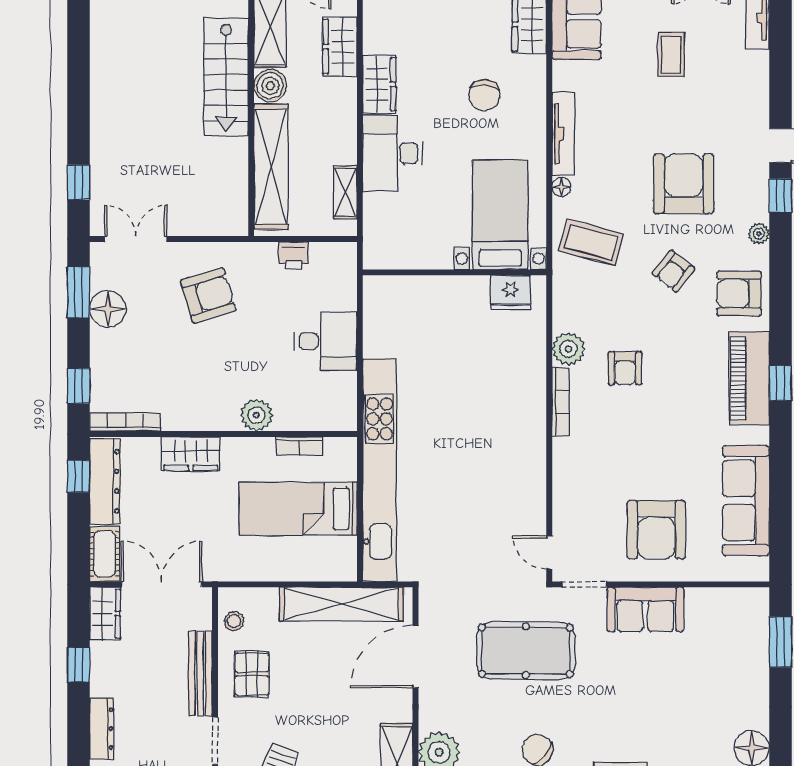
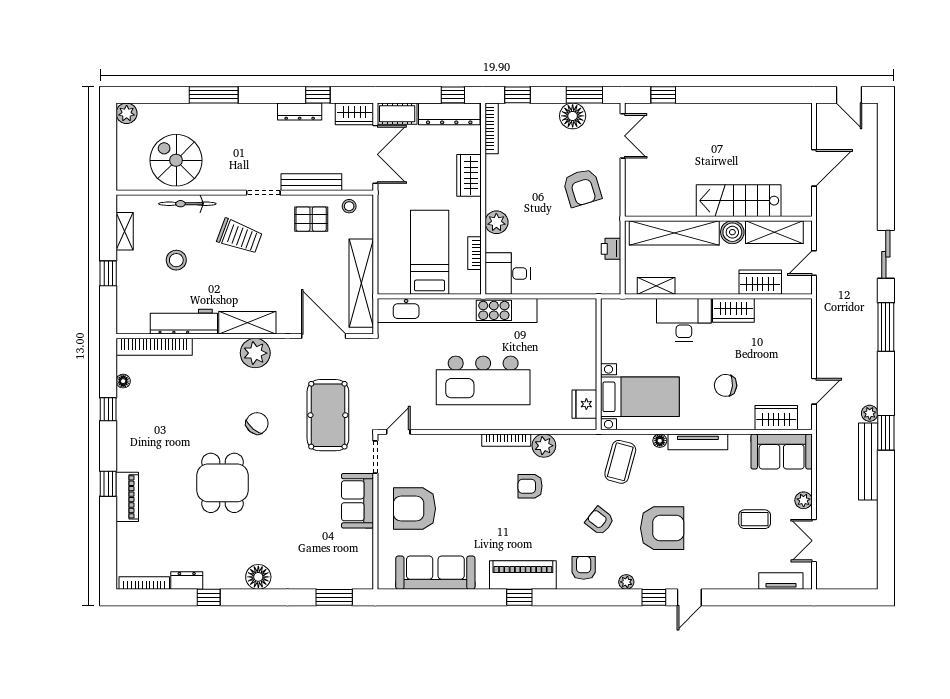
armchair: (739, 294) -> (584, 568), width x0.72, depth x0.72
desk: (326, 341) -> (508, 273), moved, turned 90
kitchen island: (477, 434) -> (483, 380), added
dresser: (102, 729) -> (300, 112), moved

